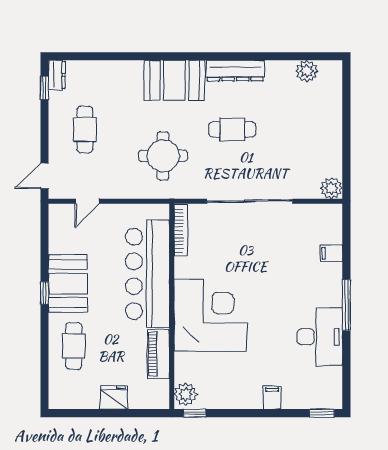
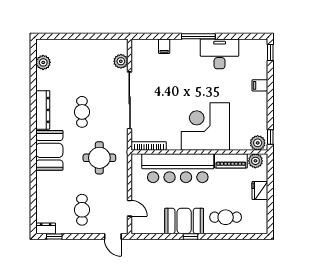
cafe table: (85, 130) -> (82, 210), turned 90
plant: (331, 188) -> (121, 61), moved
plant: (159, 391) -> (255, 161), added

